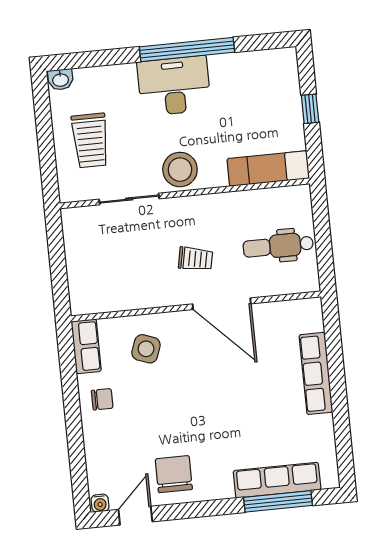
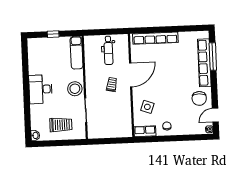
window: (187, 49) -> (26, 83), removed
row of seats: (316, 373) -> (155, 38), width x1.36
chair: (174, 474) -> (199, 98), turned -90
row of seats: (277, 480) -> (204, 63), width x1.36
door: (135, 516) -> (215, 115), hinge flipped

